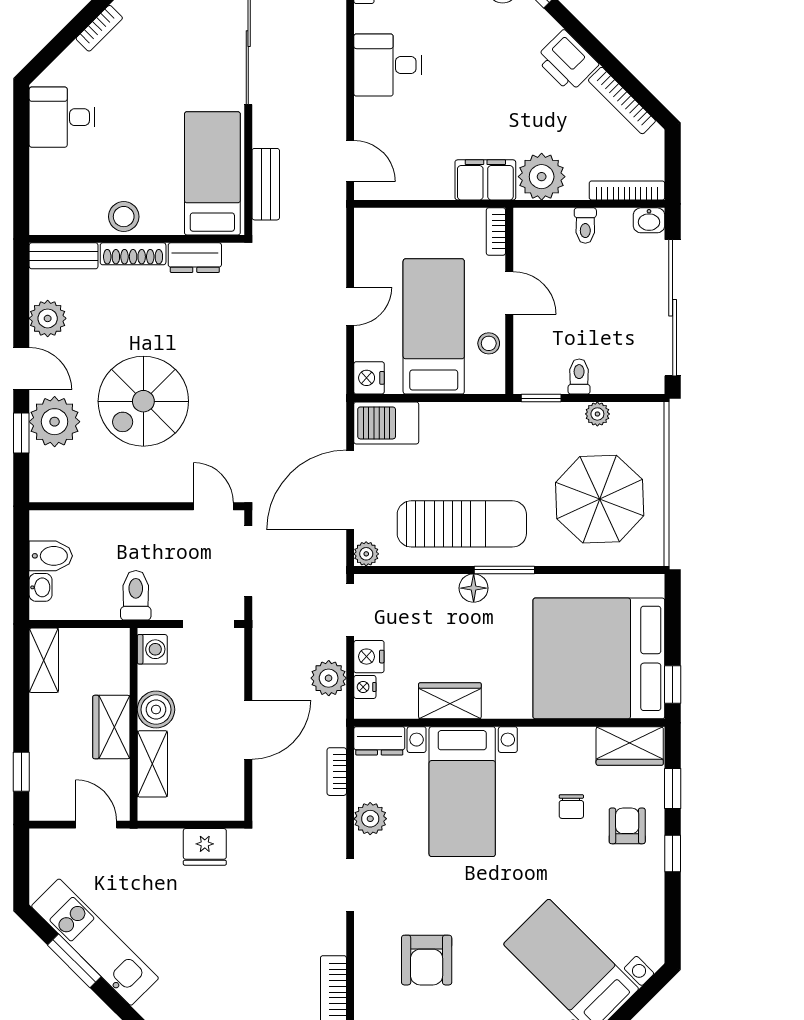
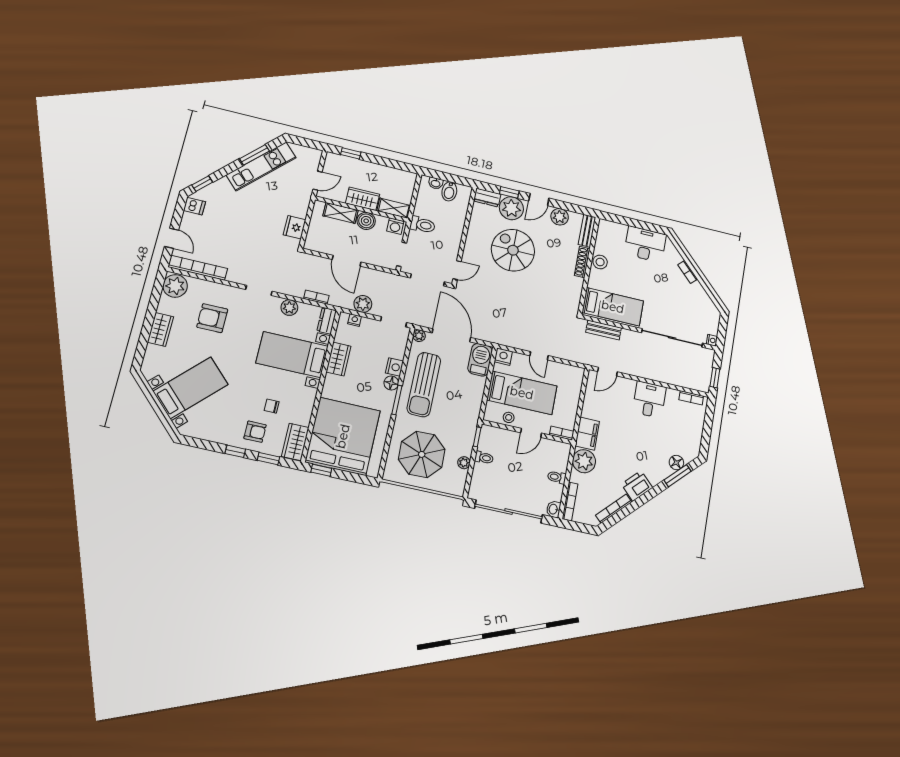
desk: (62, 117) -> (645, 244), width x1.37
dresser: (195, 258) -> (487, 197), moved, turned -90
nightstand: (369, 657) -> (394, 367), moved, turned 90
shelving: (44, 660) -> (394, 208), moved

